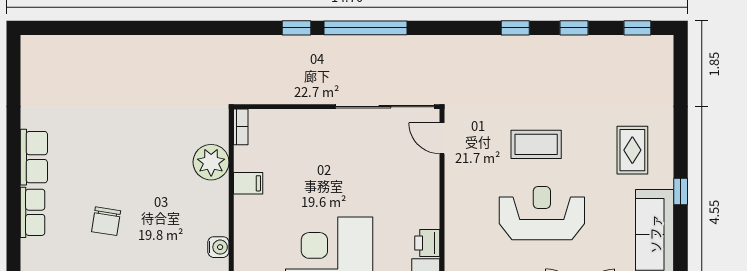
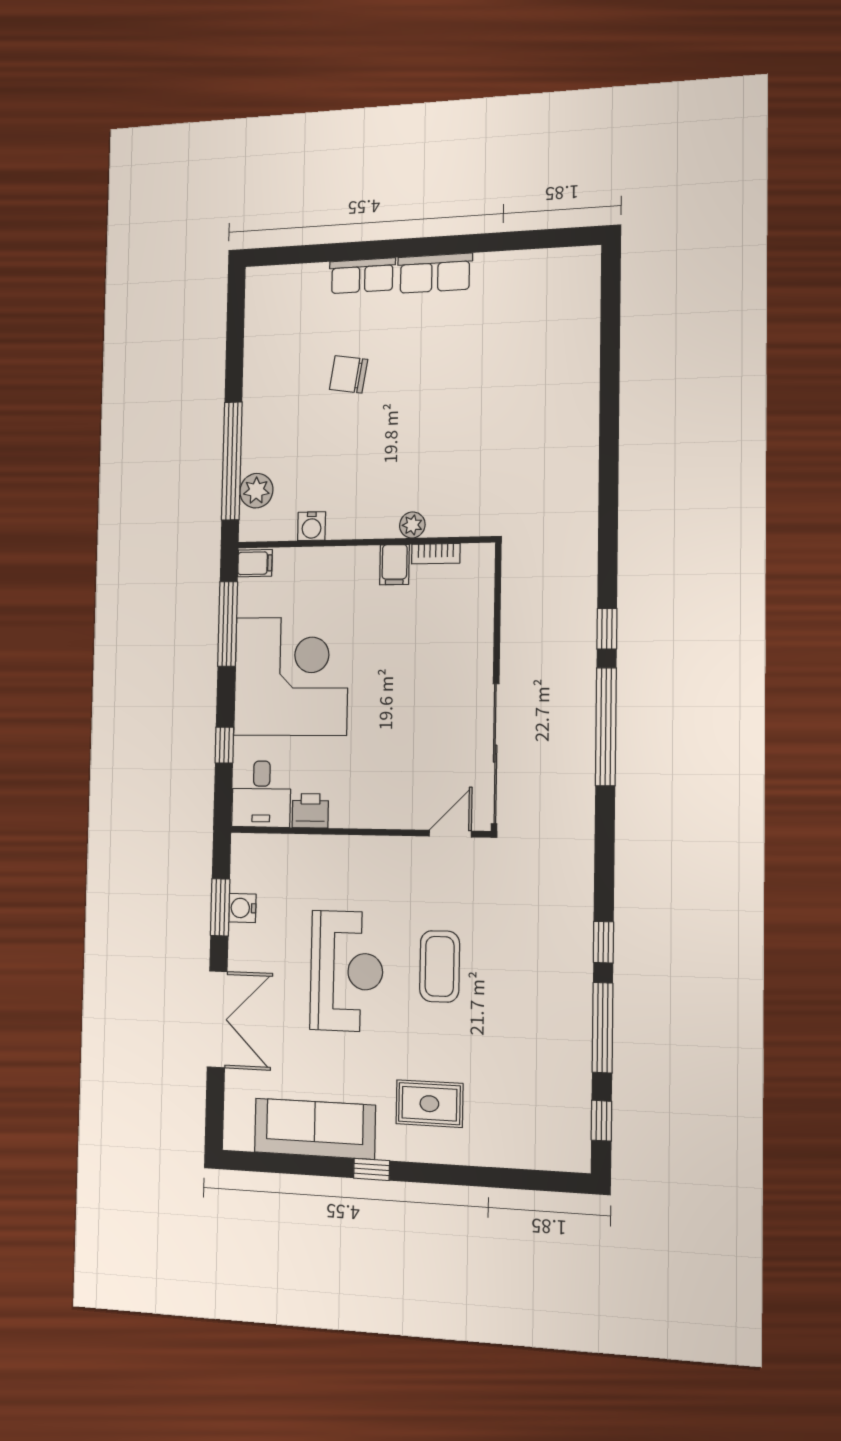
window: (574, 28) -> (603, 1028), width x2.17
bookcase: (241, 127) -> (436, 554), moved
plant: (211, 162) -> (412, 525), width x0.53, depth x0.53

